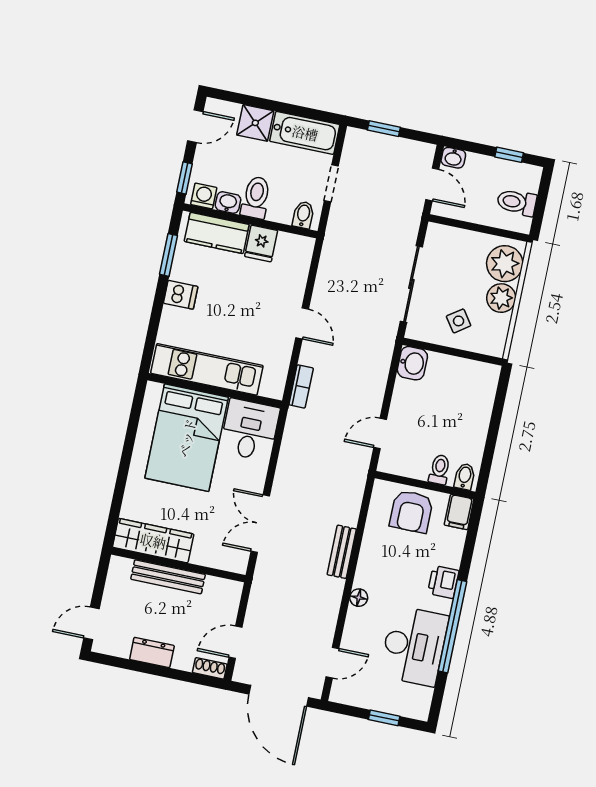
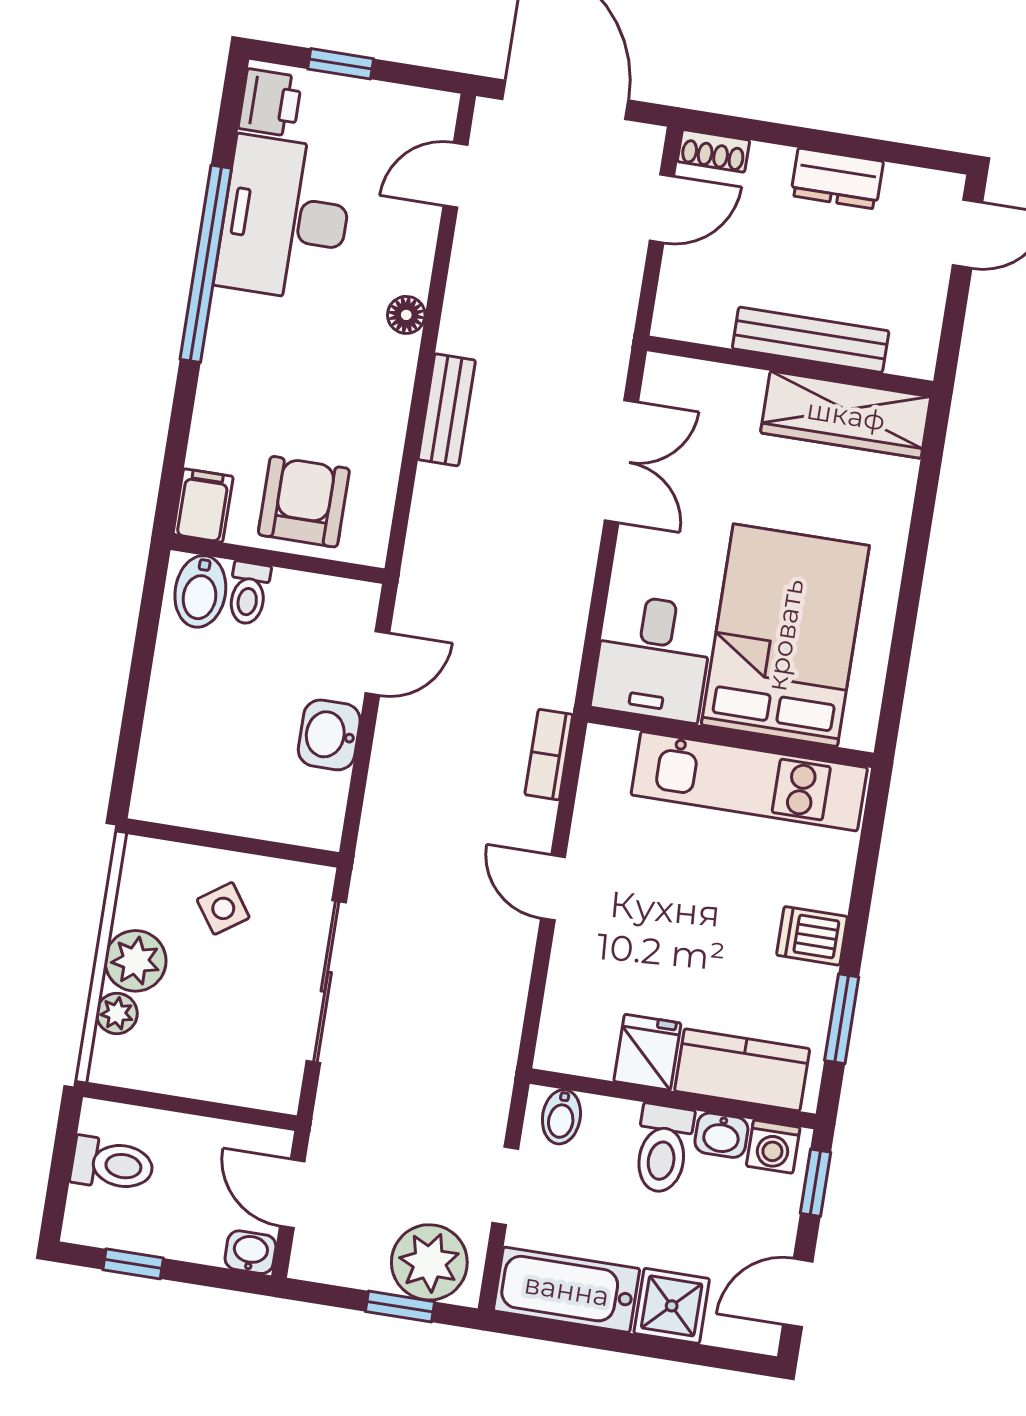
plant: (369, 149) -> (429, 1262), added
plant: (505, 264) -> (117, 1013), width x0.53, depth x0.53
washbasin: (412, 363) -> (329, 735), moved
bidet: (465, 477) -> (200, 591), width x1.38, depth x1.36
printer: (443, 582) -> (270, 103), moved

